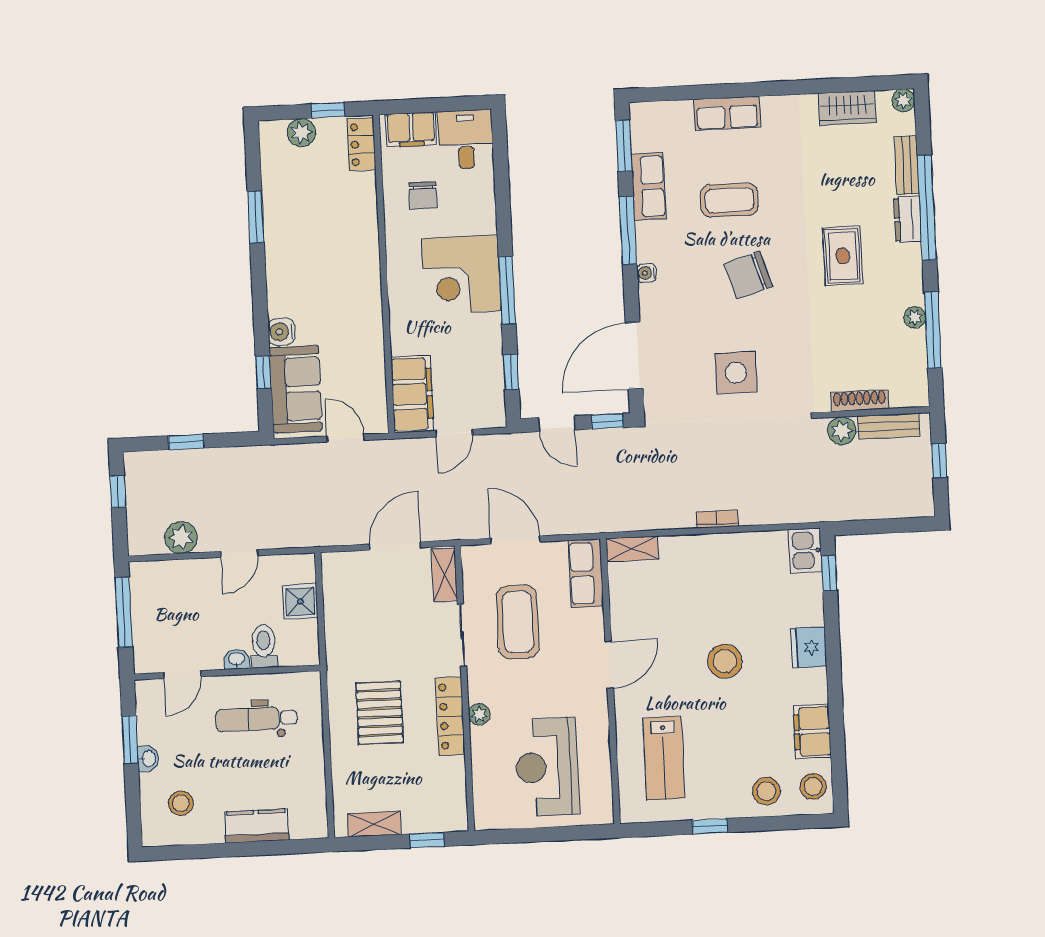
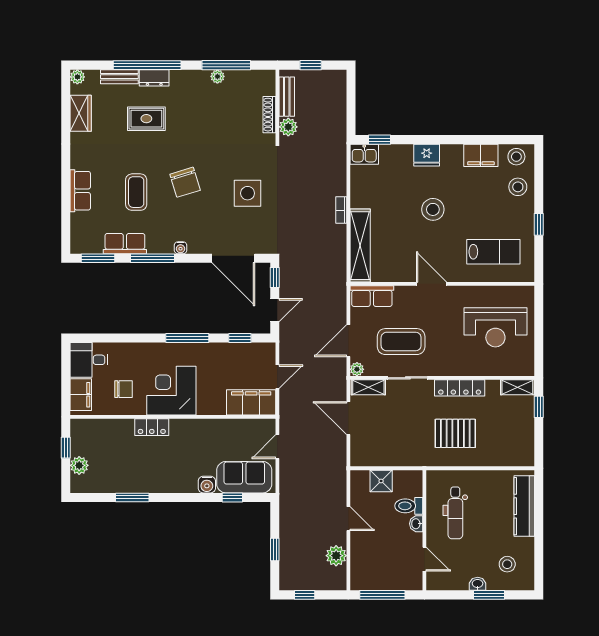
locker: (361, 144) -> (152, 427), moved
rug: (843, 256) -> (146, 119), moved
corner desk: (461, 275) -> (171, 391), moved, turned 180
door: (454, 433) -> (277, 377), hinge flipped
shelving: (632, 549) -> (360, 246), width x2.20, depth x1.33
plant: (479, 714) -> (357, 369), moved
window: (130, 739) -> (489, 595), moved
shelving: (374, 824) -> (517, 387), moved, turned 90
kitchen counter: (256, 826) -> (524, 506), width x1.50

